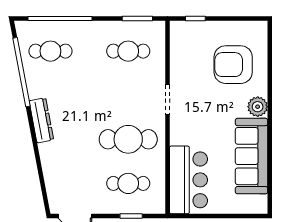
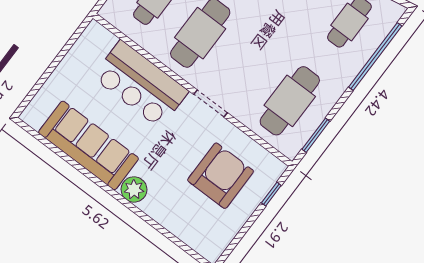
cafe table: (128, 51) -> (290, 101), width x1.37, depth x1.35
armchair: (233, 65) -> (221, 176), moved
bar counter: (188, 180) -> (141, 84), moved

